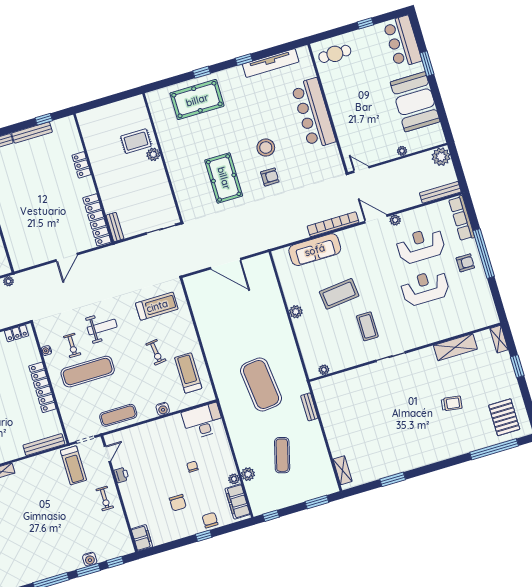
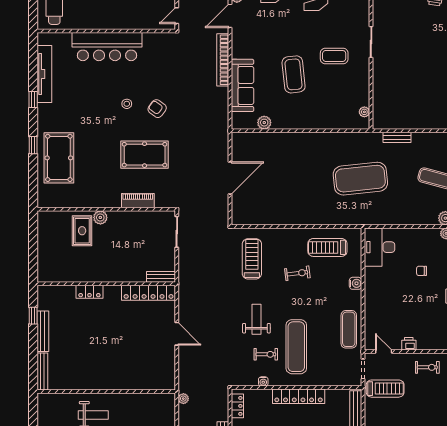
stool: (266, 147) -> (127, 104), width x0.53, depth x0.53
armchair: (270, 177) -> (157, 109), turned -54
piano: (179, 184) -> (138, 201), added
plant: (296, 312) -> (264, 123), moved

